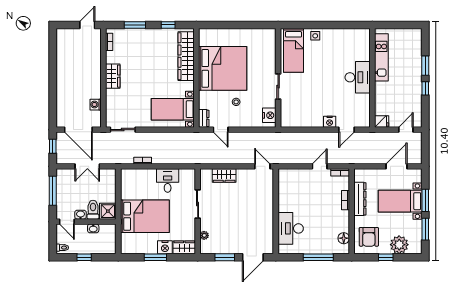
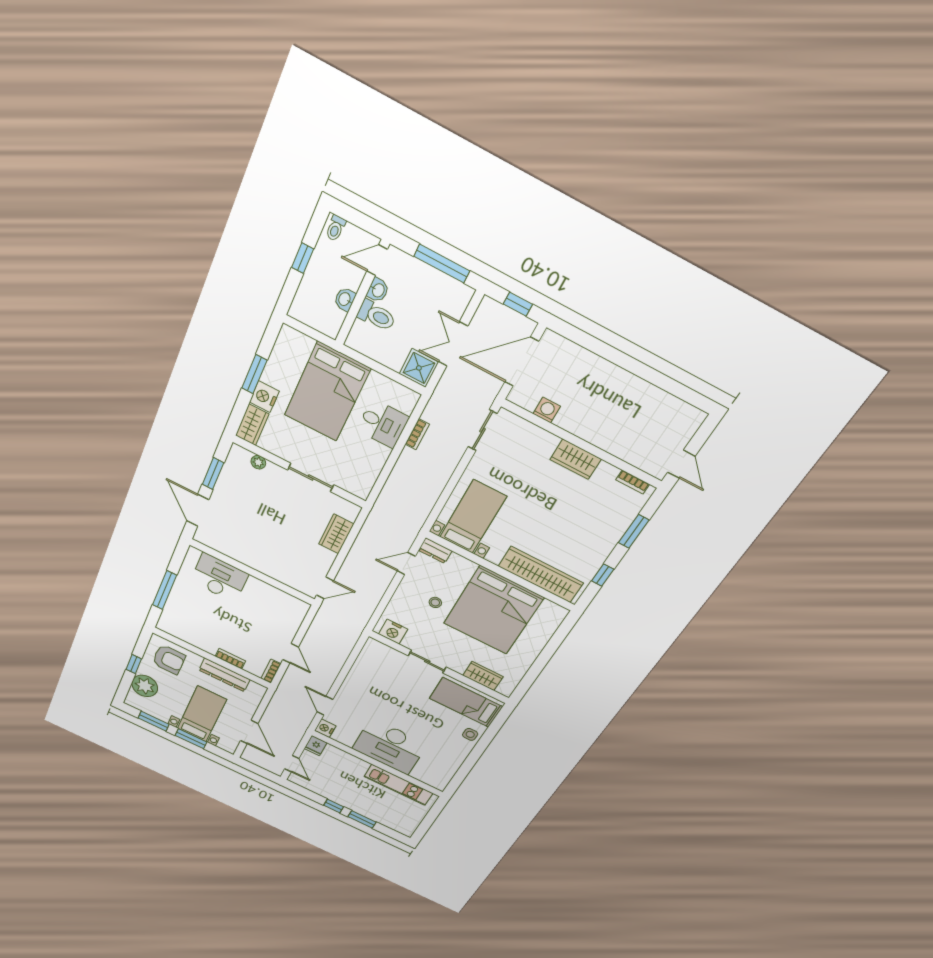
wardrobe: (269, 51) -> (483, 676), added
desk: (358, 77) -> (390, 746), width x1.36, depth x1.30
nightstand: (330, 122) -> (325, 728), moved
desk: (168, 181) -> (383, 424), moved
shower: (108, 211) -> (419, 368), moved
armchair: (369, 237) -> (169, 660), turned 180
floor lamp: (344, 238) -> (179, 632), removed

